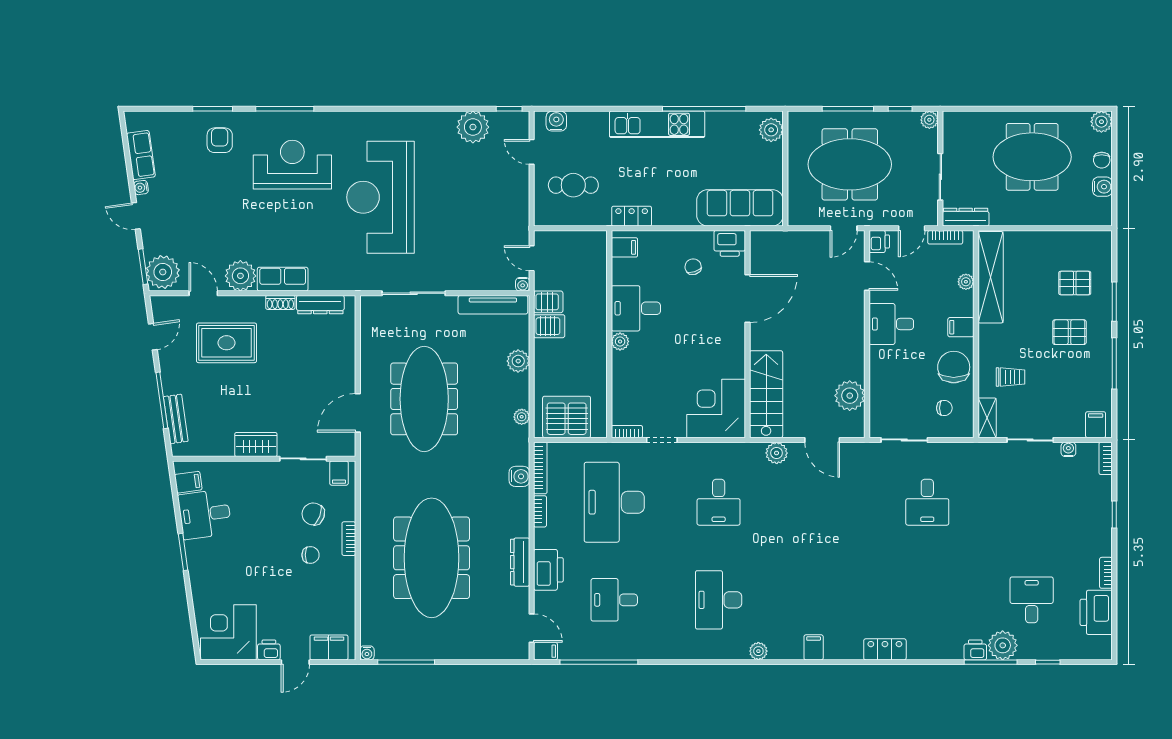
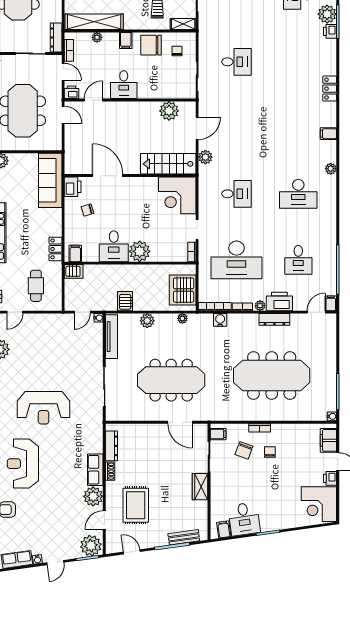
reception desk: (381, 197) -> (44, 408), width x0.74, depth x0.77
server rack: (548, 302) -> (74, 271), moved, turned 90
plant: (620, 341) -> (140, 251), width x1.87, depth x1.87
plant: (542, 539) -> (260, 306), added

